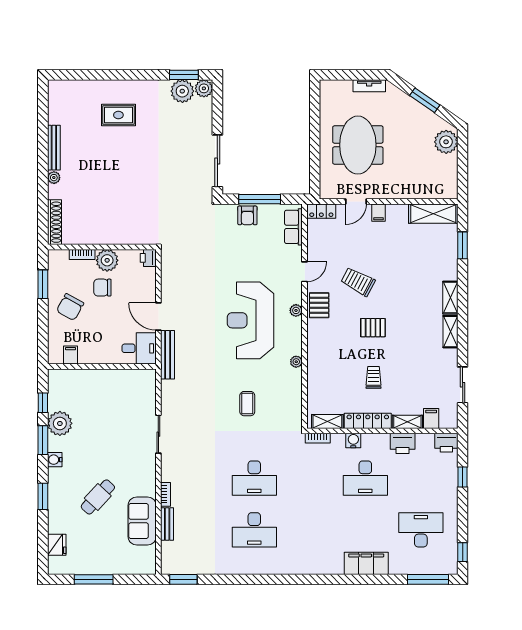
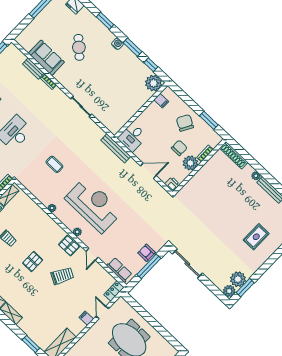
door: (158, 317) -> (148, 171), moved
plant: (60, 423) -> (153, 83), moved

